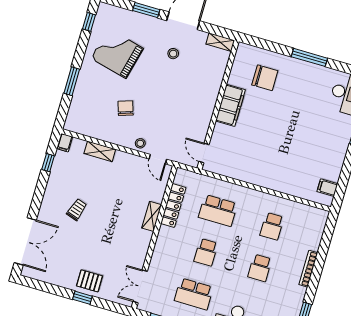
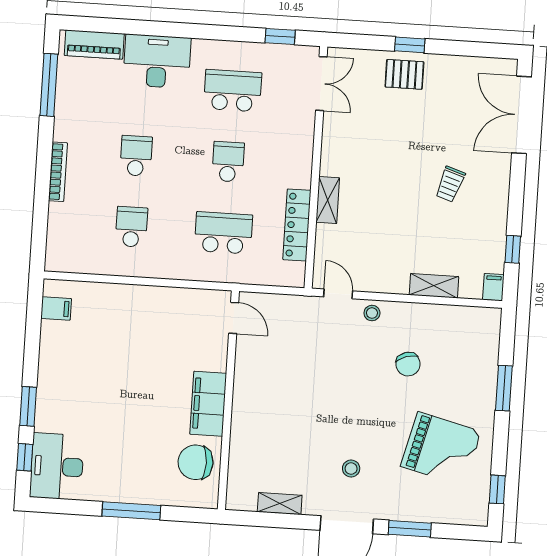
wall: (218, 105) -> (228, 400), moved
filing cabinet: (231, 105) -> (208, 404), moved
door: (204, 153) -> (234, 318), moved

